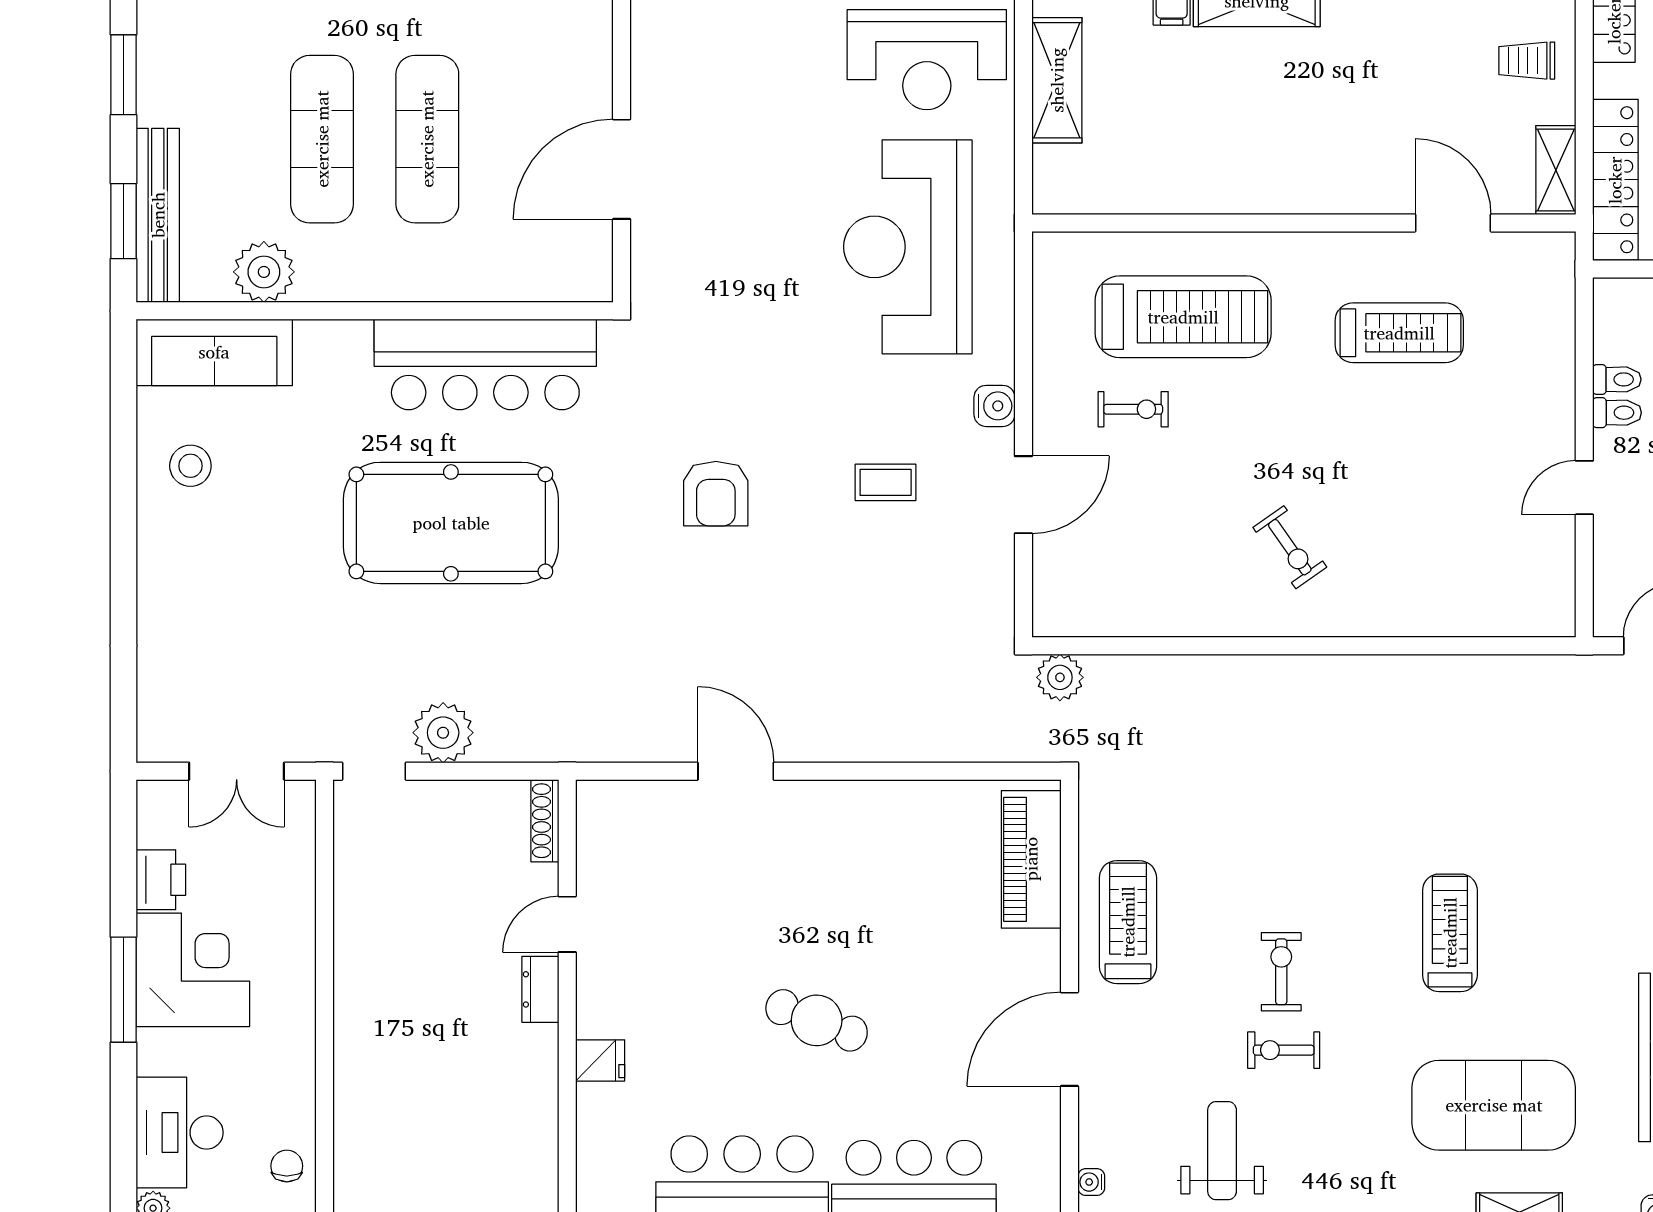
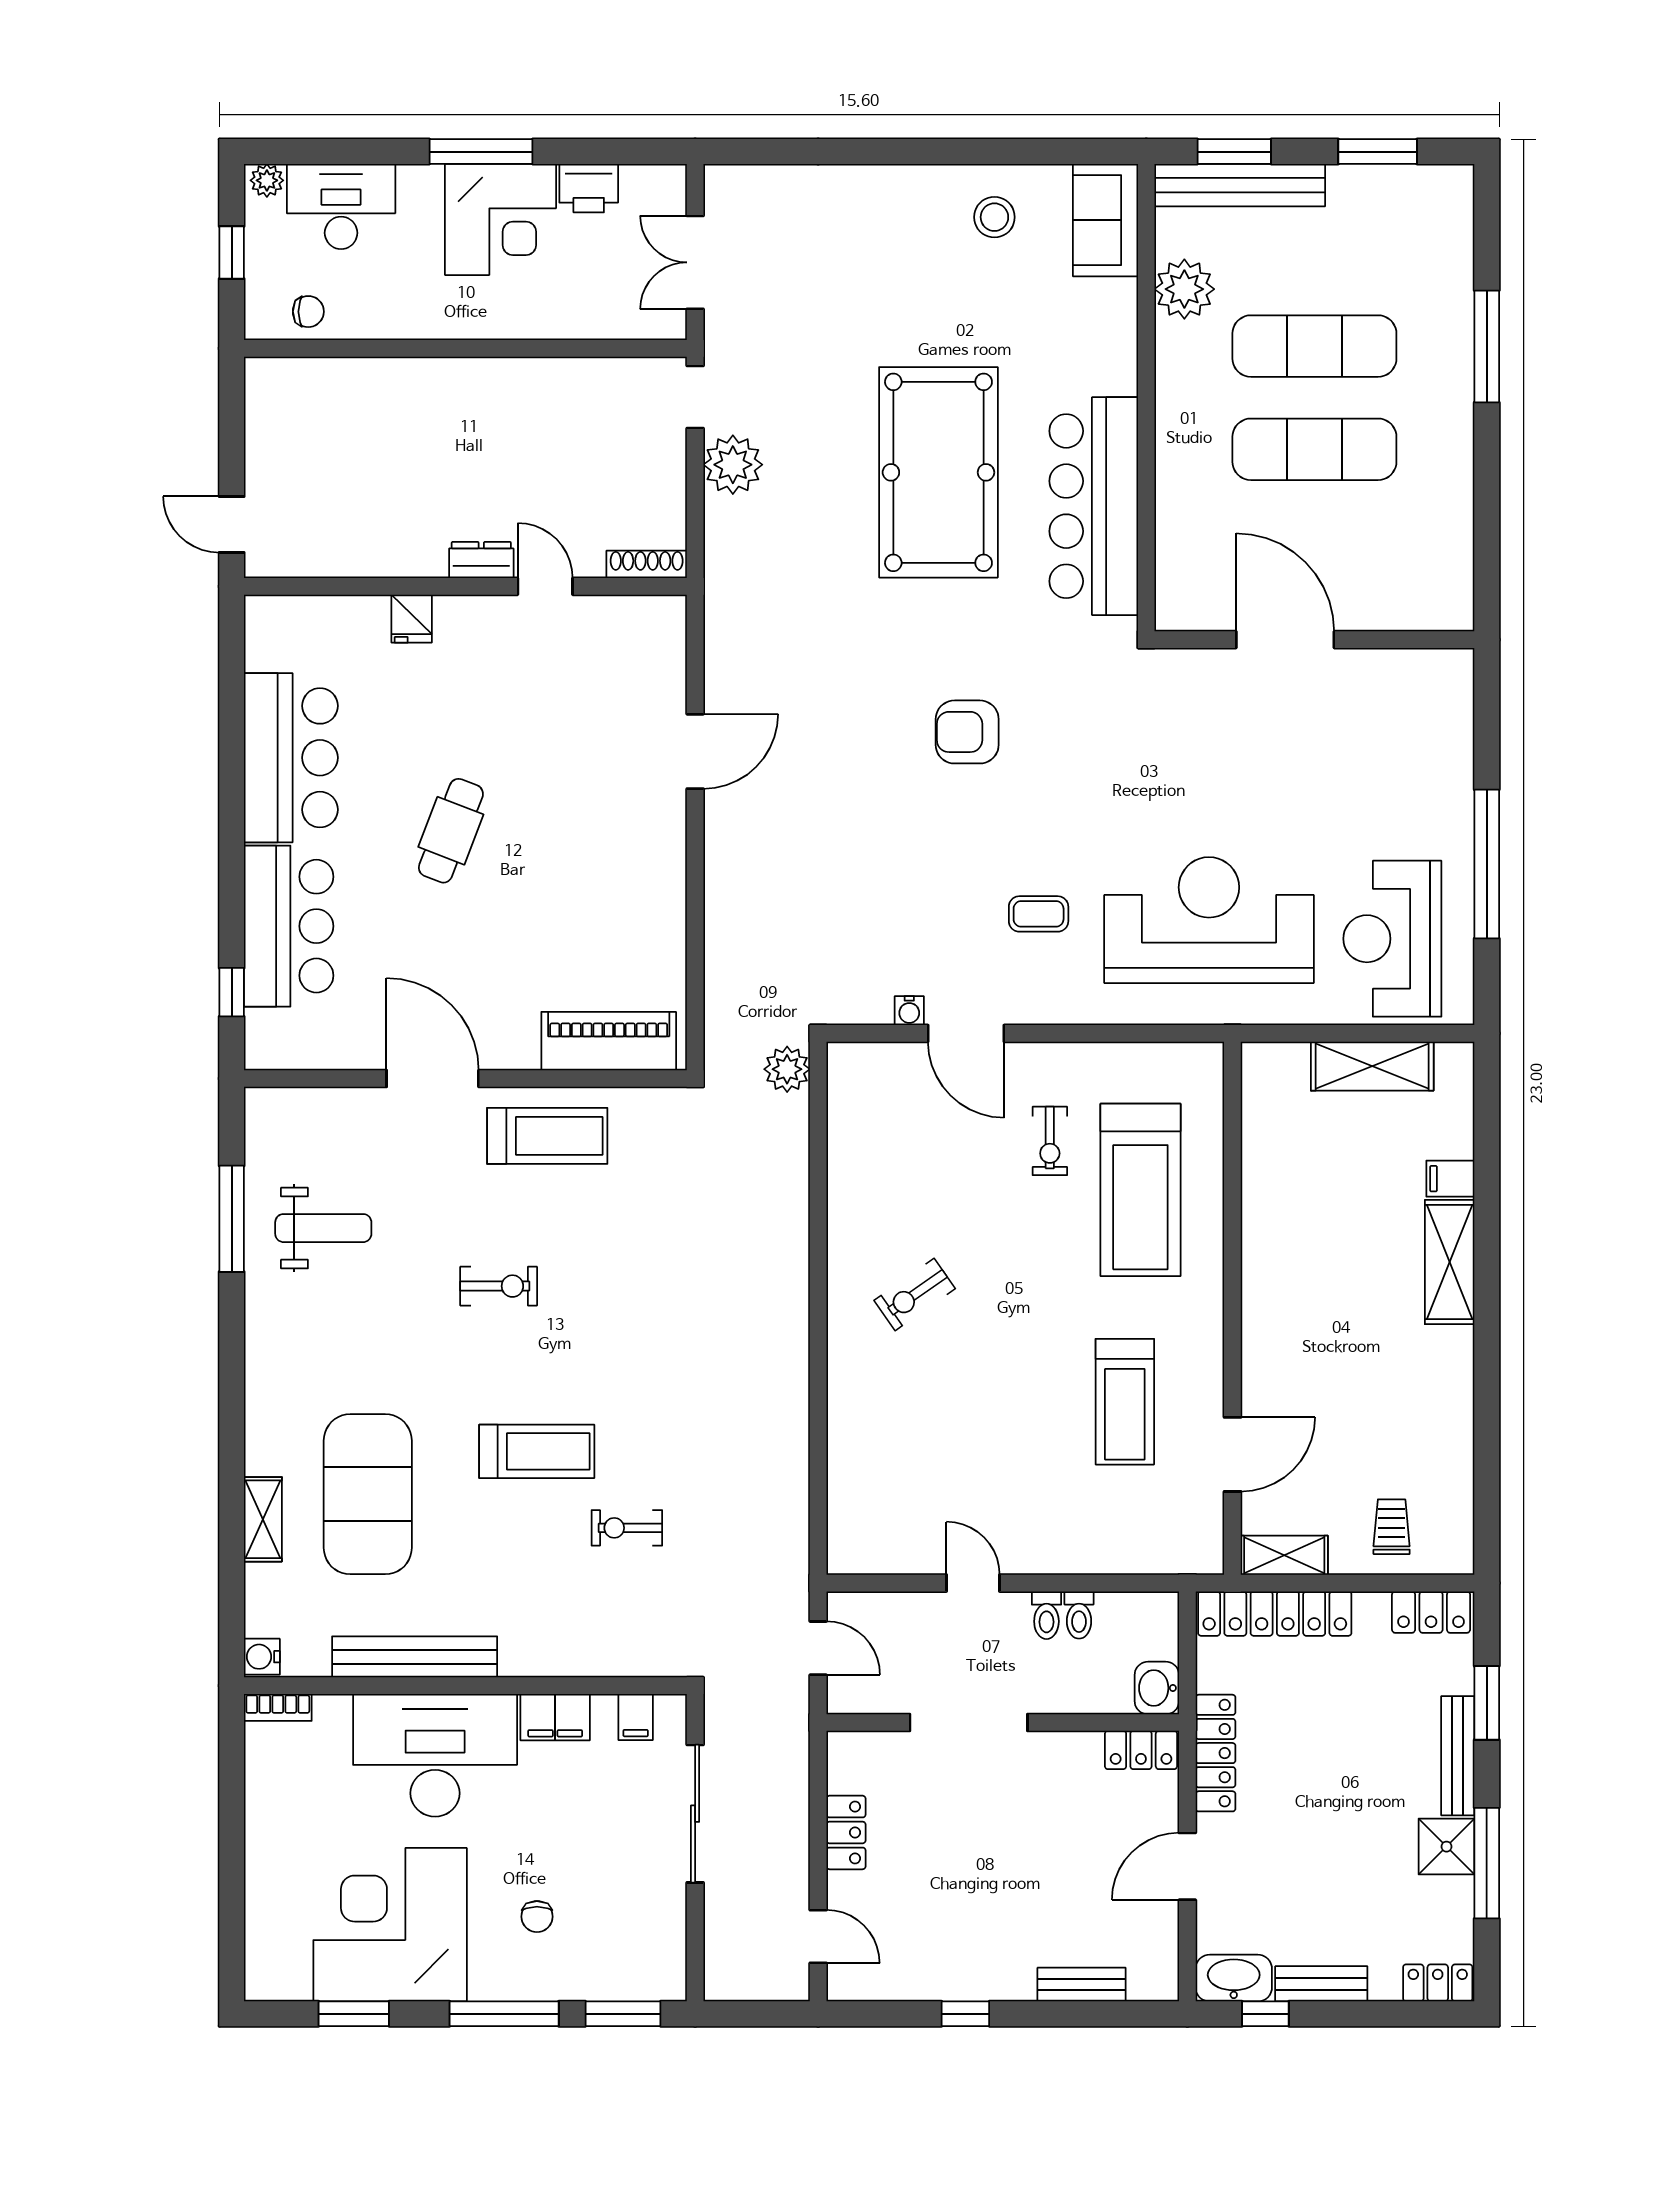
sofa: (214, 352) -> (1106, 220), width x0.73
water cooler: (994, 406) -> (909, 1011), moved, width x0.72, depth x0.72
coffee table: (886, 482) -> (1039, 914), moved, turned 90
exercise bike: (1284, 1050) -> (627, 1528), moved, turned -90
water cooler: (1091, 1182) -> (293, 1100), removed

